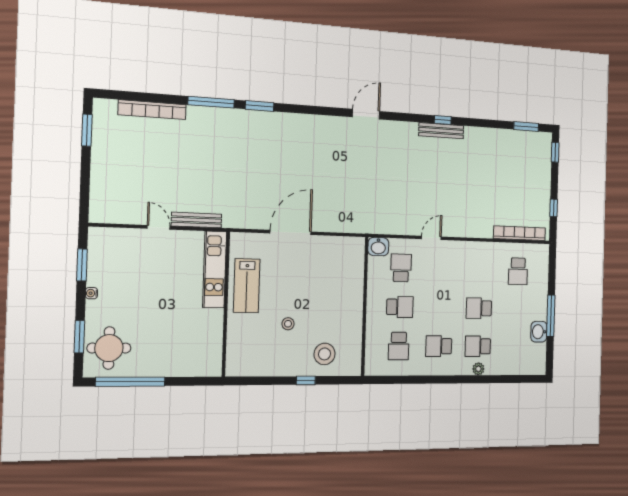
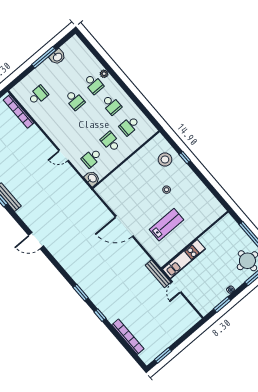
window: (211, 102) -> (100, 315), width x0.46
kitchen unit: (215, 269) -> (184, 259), moved
wall: (226, 304) -> (195, 240), moved
school desk: (399, 346) -> (129, 126), turned 180

